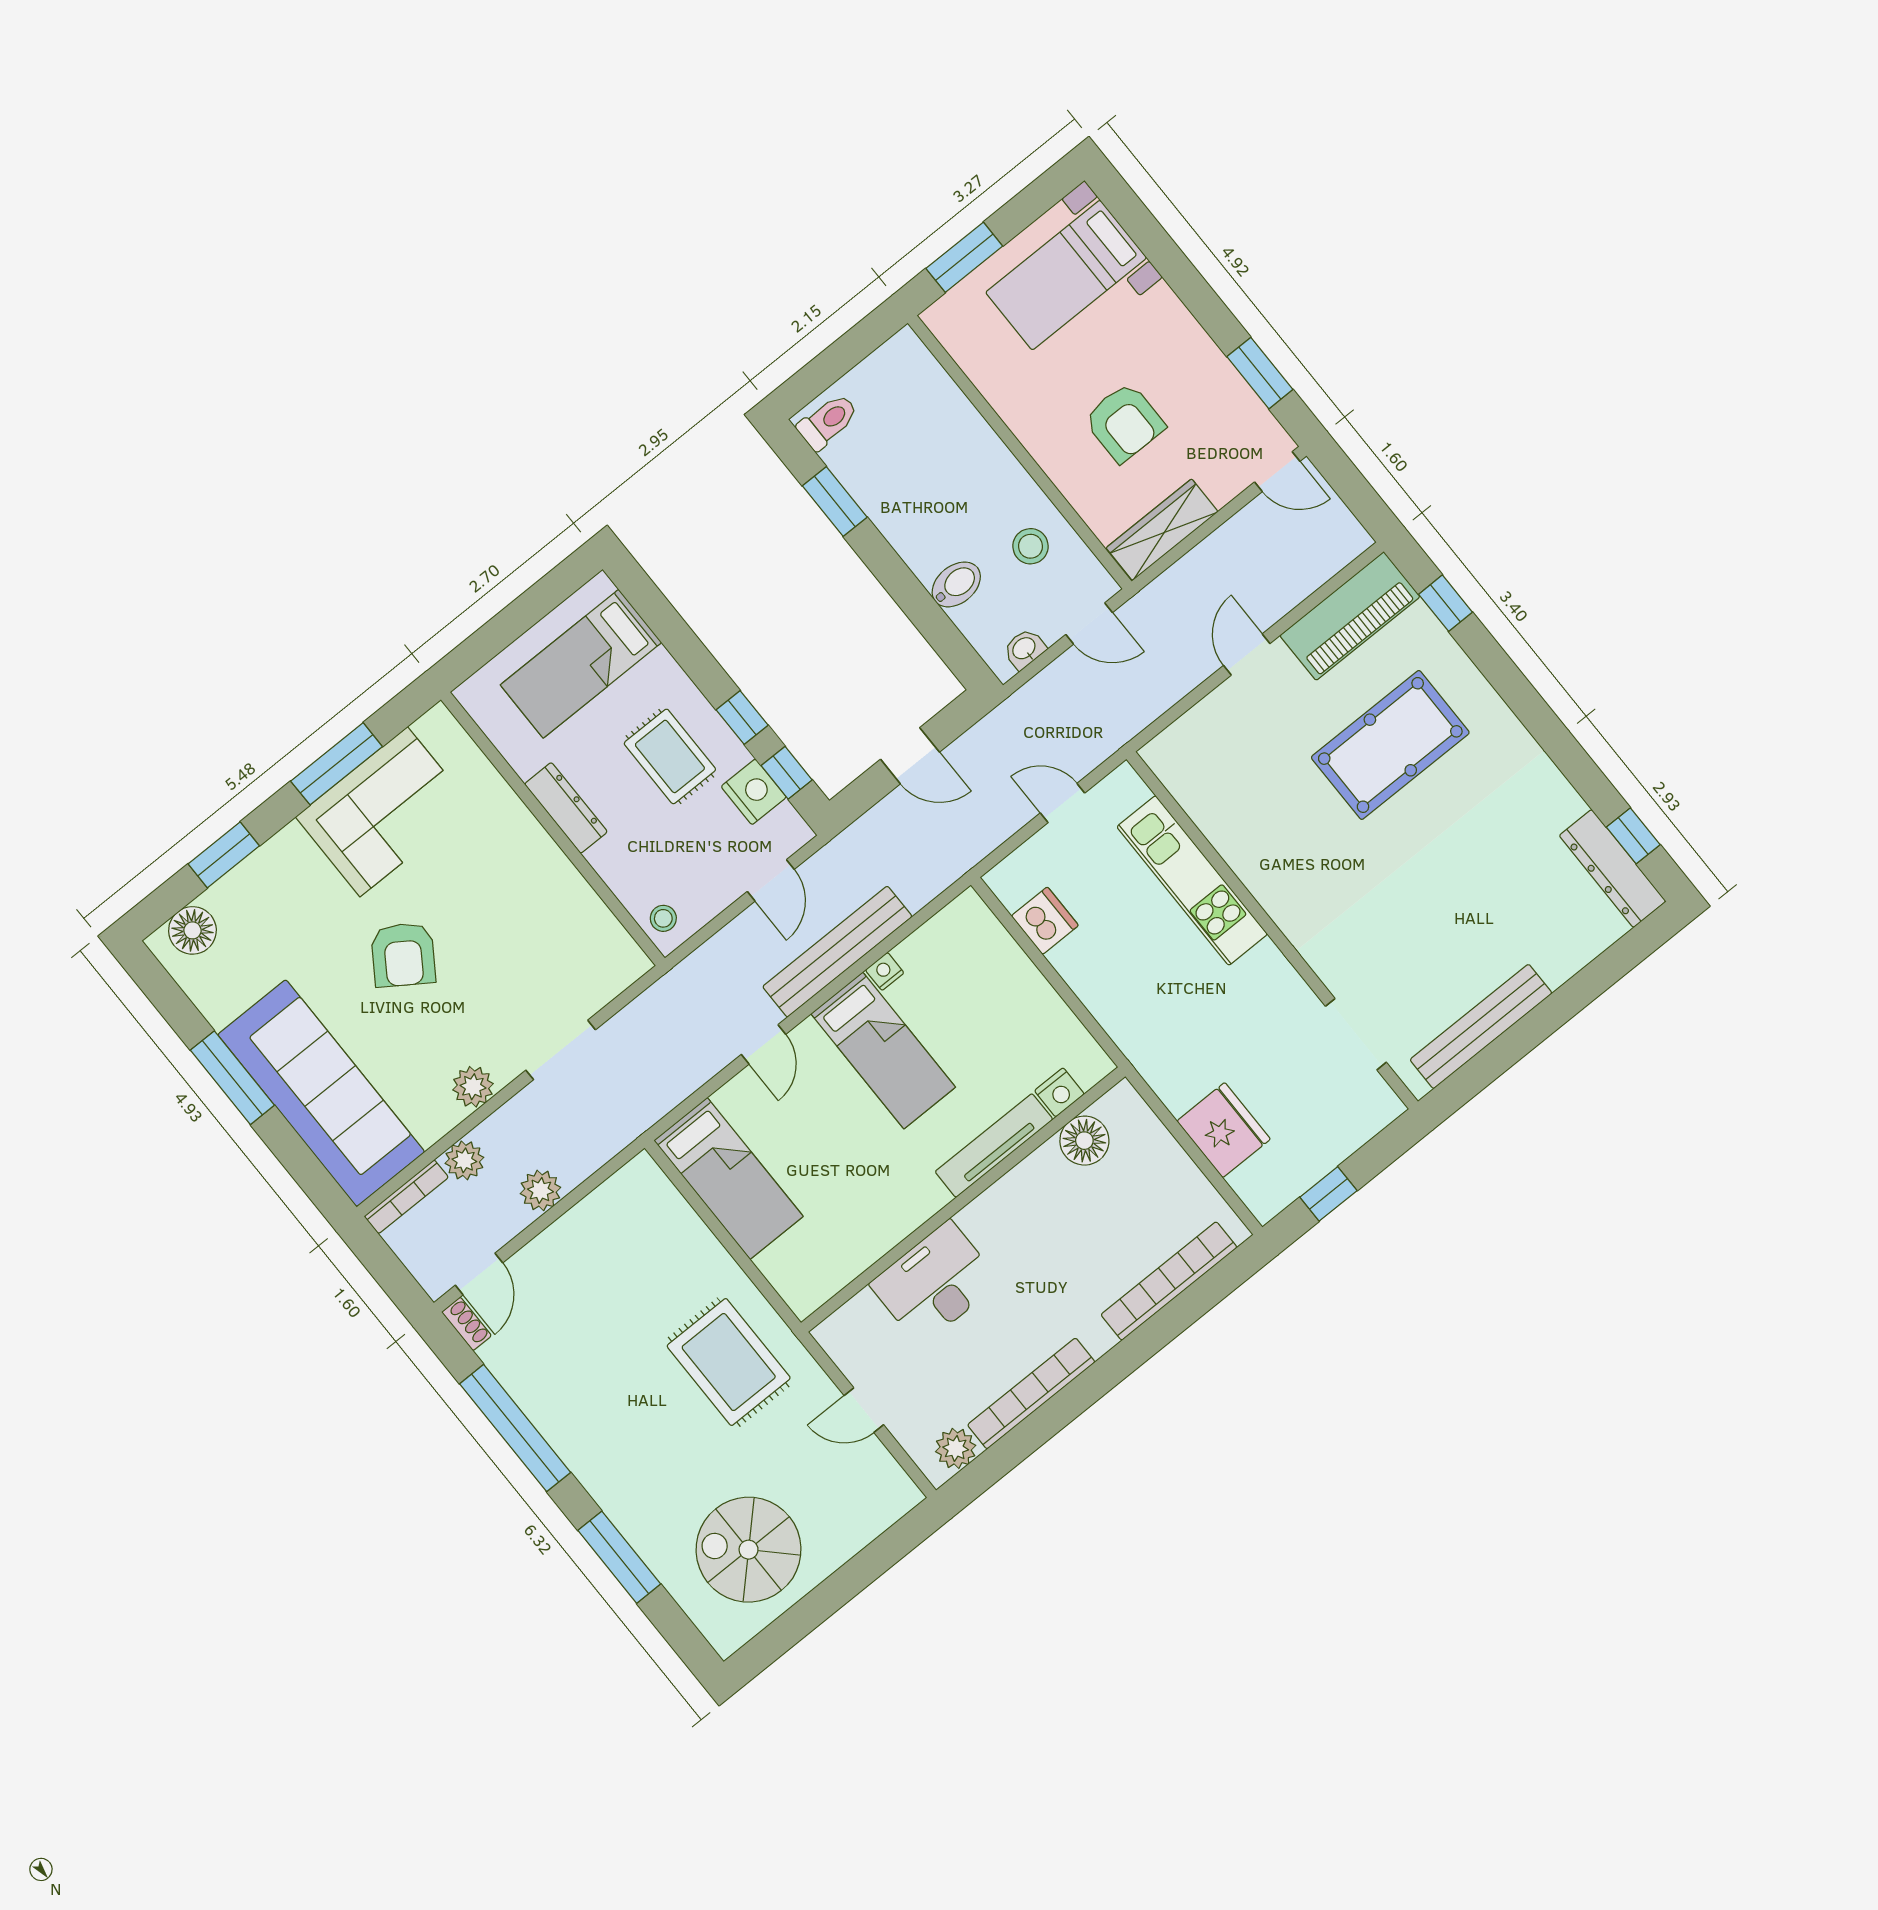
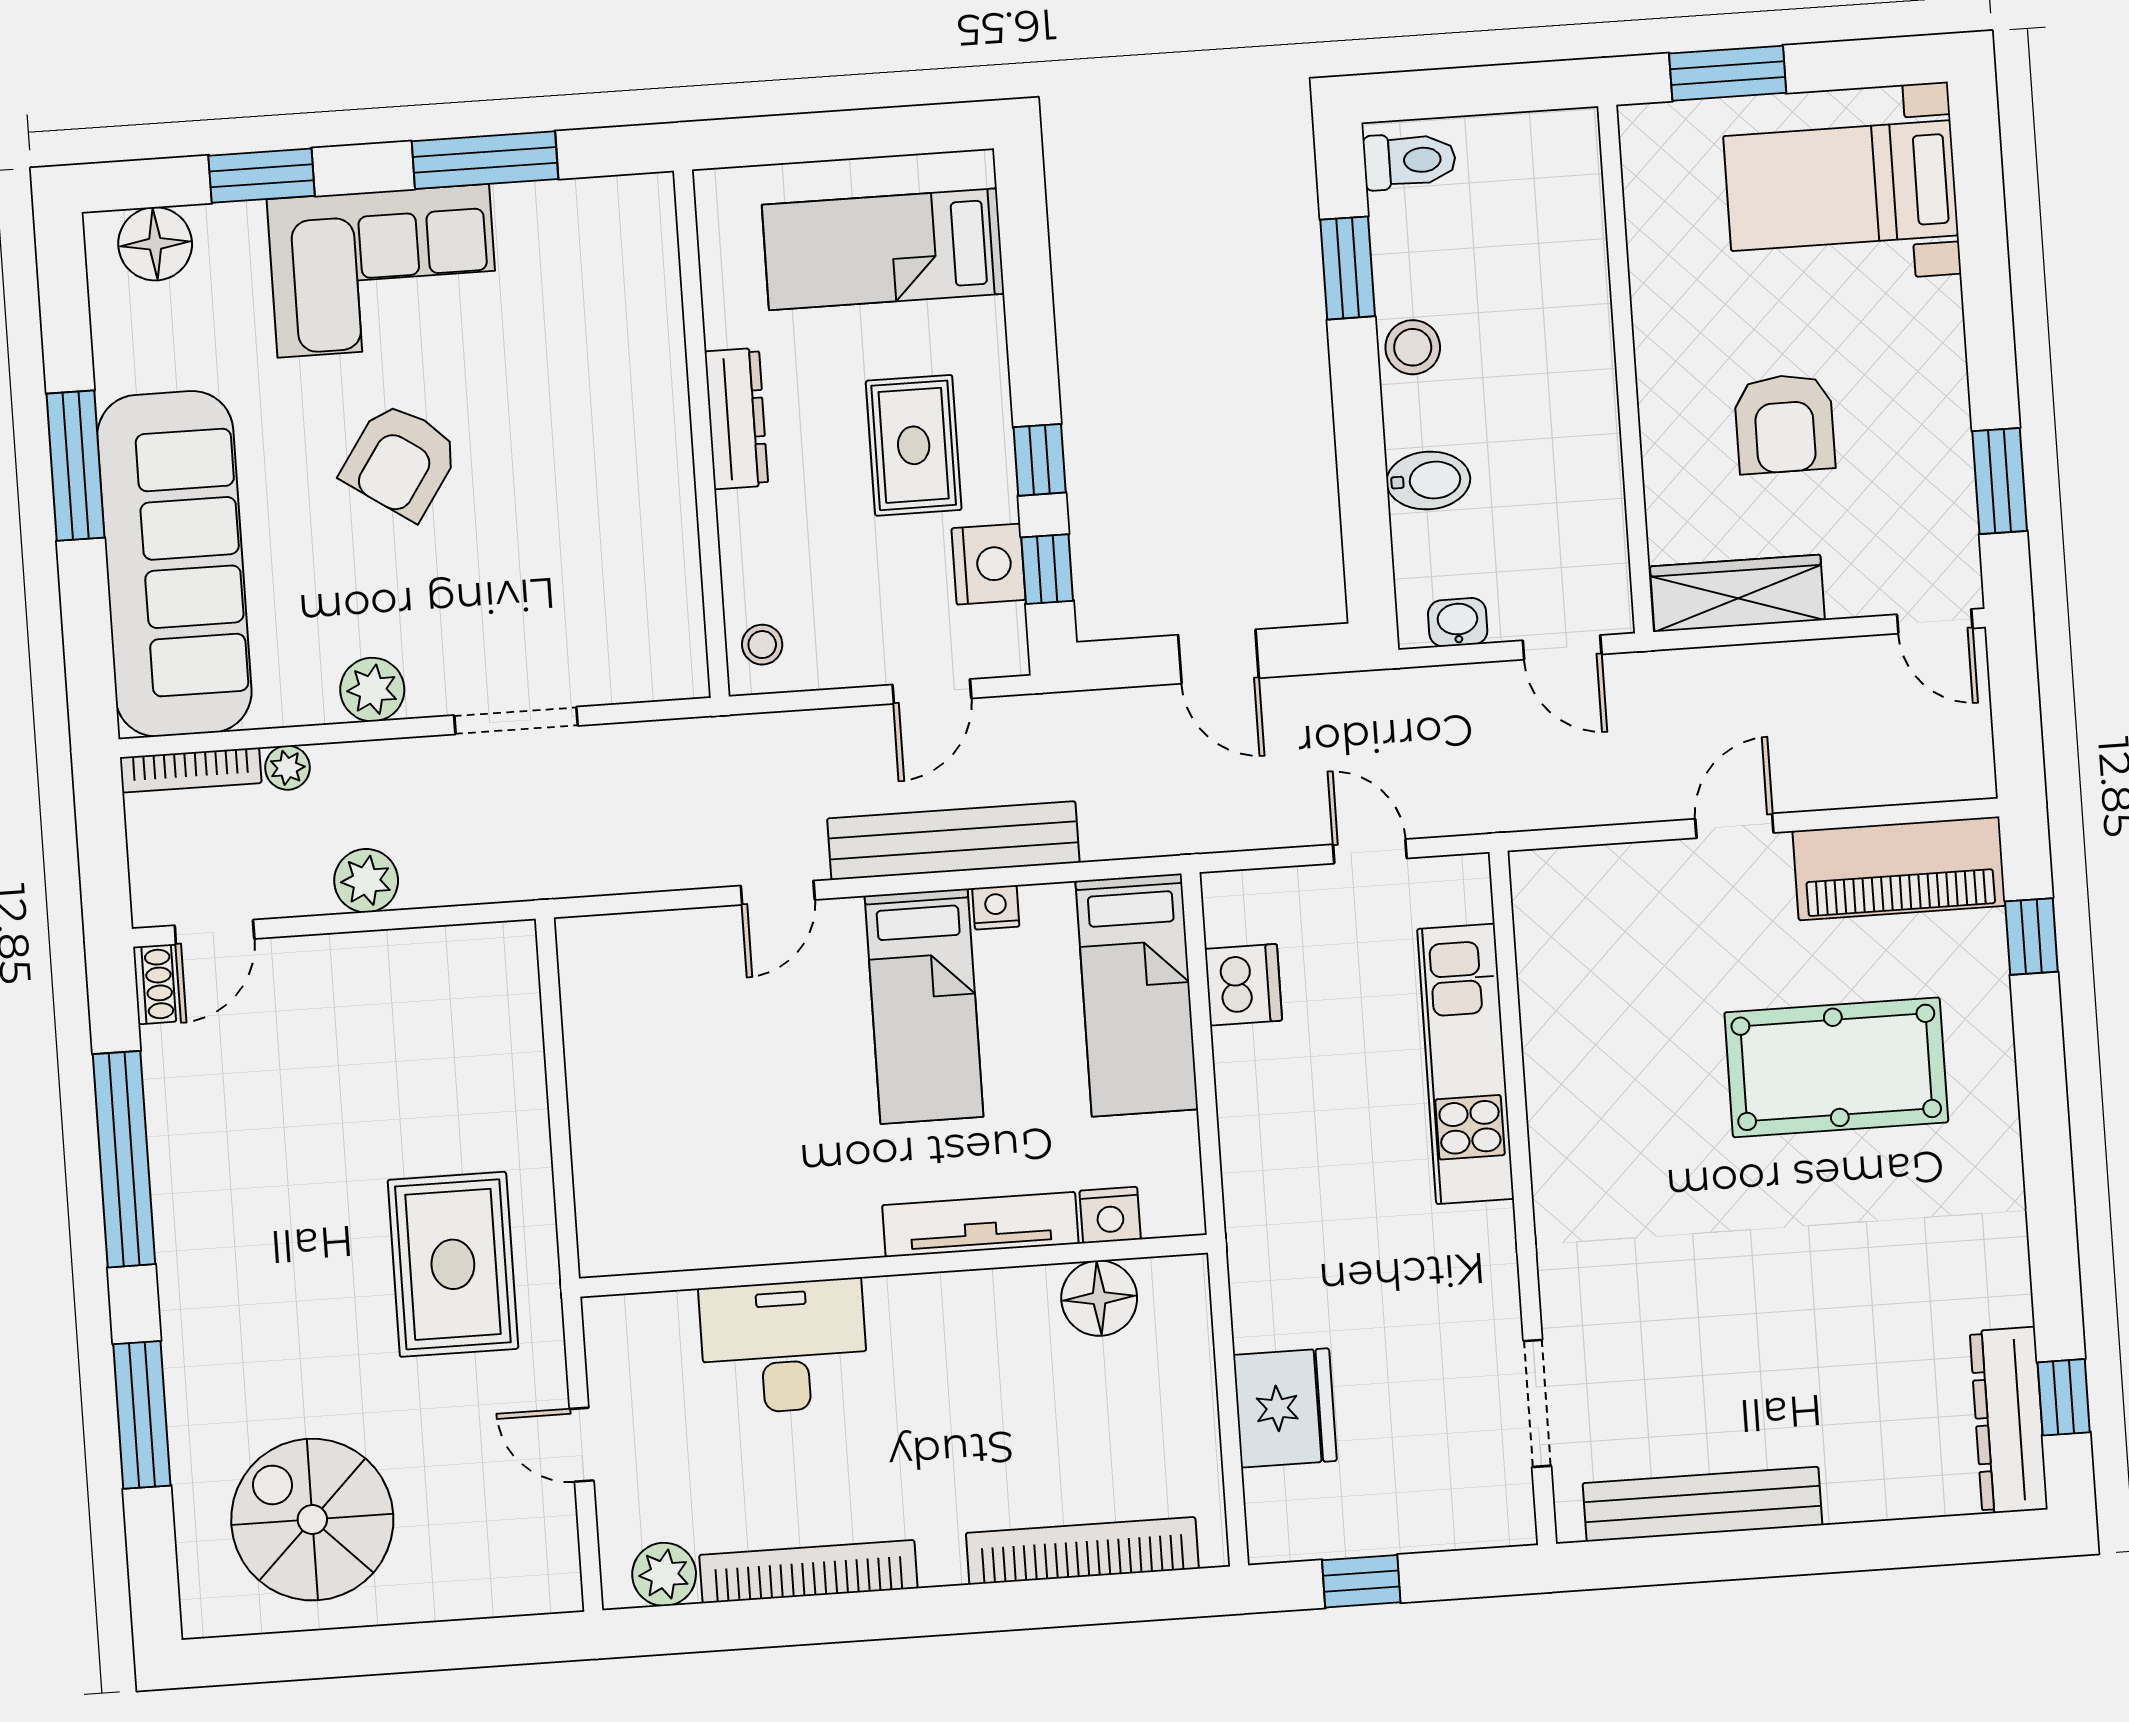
stool: (1030, 546) -> (1413, 347), moved
corner sofa: (384, 812) -> (383, 271), moved
plant: (464, 1160) -> (287, 768), width x0.73, depth x0.73
bed: (728, 1178) -> (1137, 995), moved

